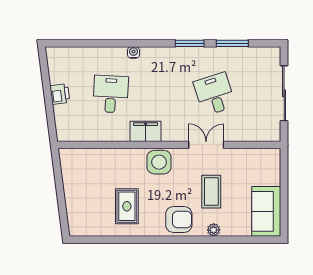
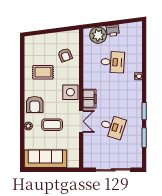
desk: (215, 94) -> (113, 127), turned 36
plant: (67, 117) -> (98, 35), added
filing cabinet: (146, 131) -> (90, 99), moved
armchair: (99, 171) -> (65, 55), added
sofa: (266, 211) -> (45, 159), width x1.36

